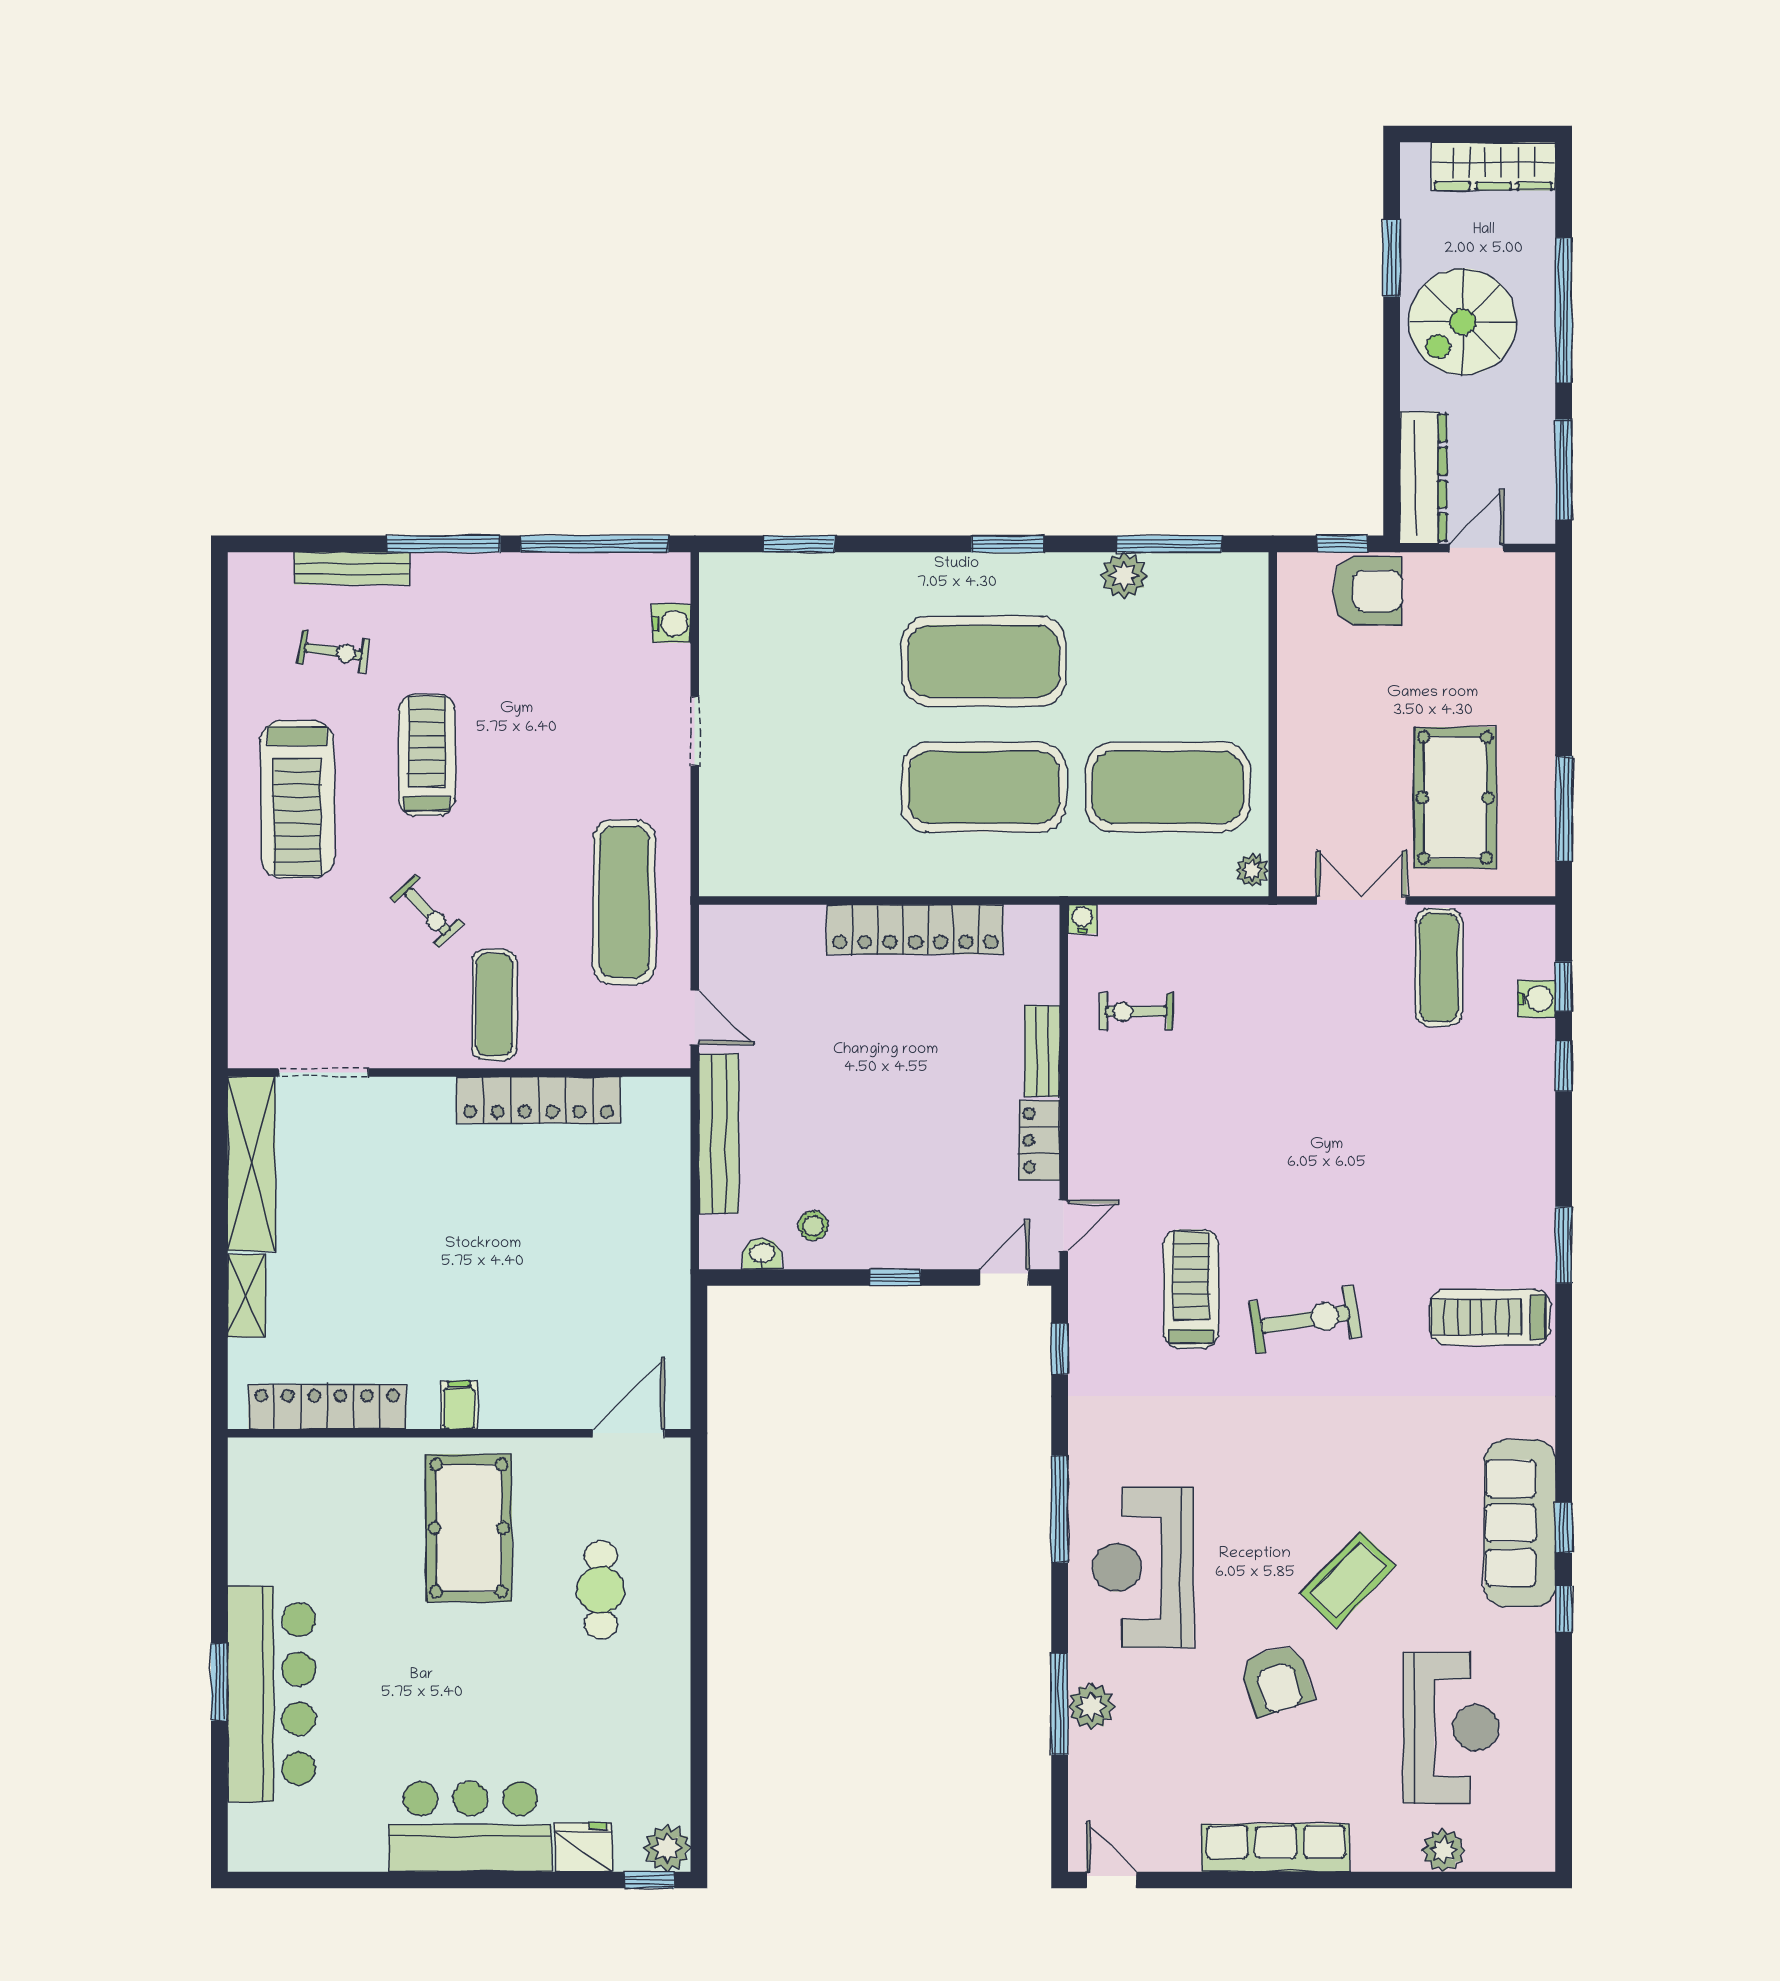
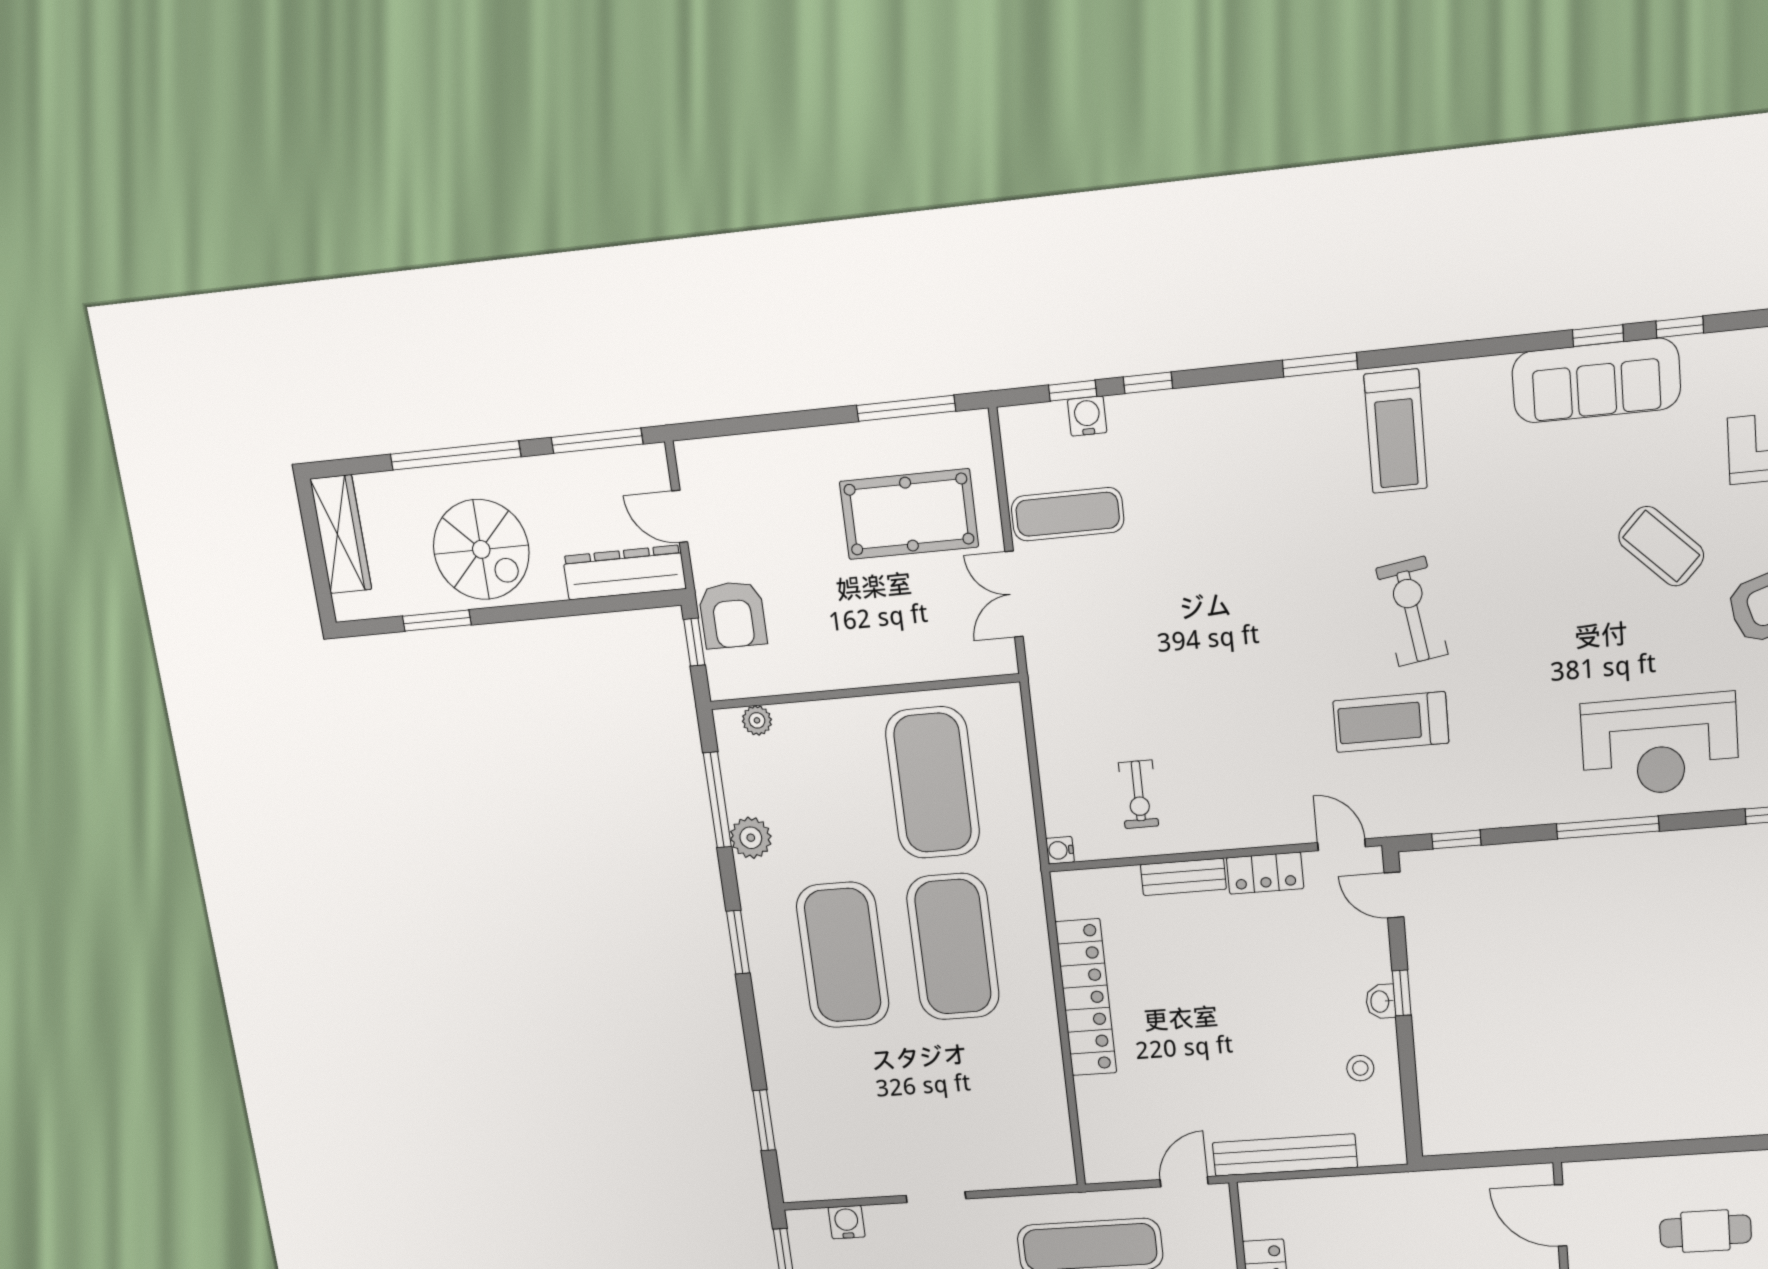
armchair: (1368, 591) -> (733, 615), turned 180
plant: (1252, 870) -> (757, 720), moved
washbasin: (762, 1254) -> (1381, 1002), moved

